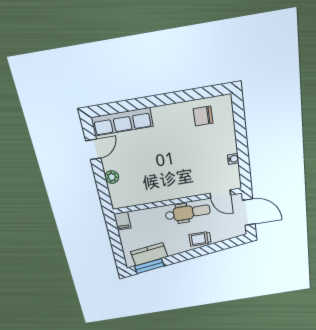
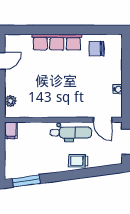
row of seats: (122, 122) -> (57, 42), moved
plant: (112, 177) -> (10, 101), moved
kitchen counter: (149, 254) -> (29, 168), removed

